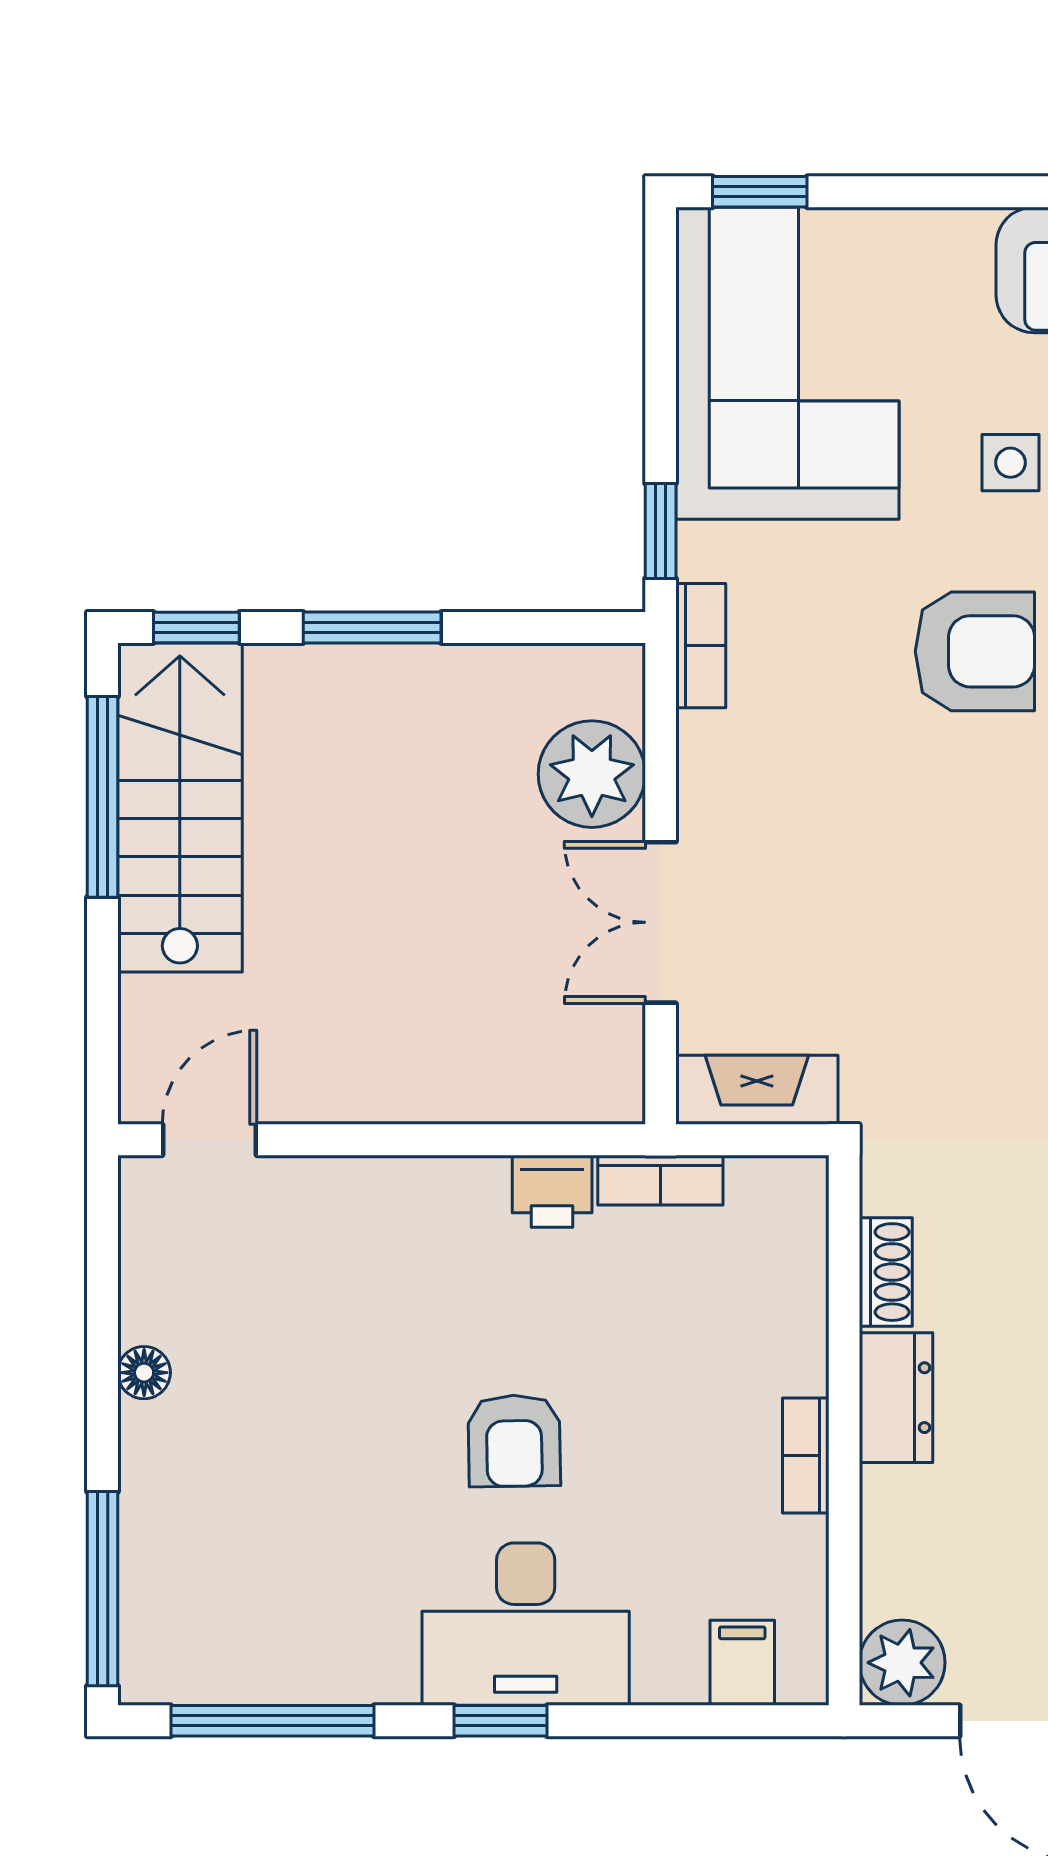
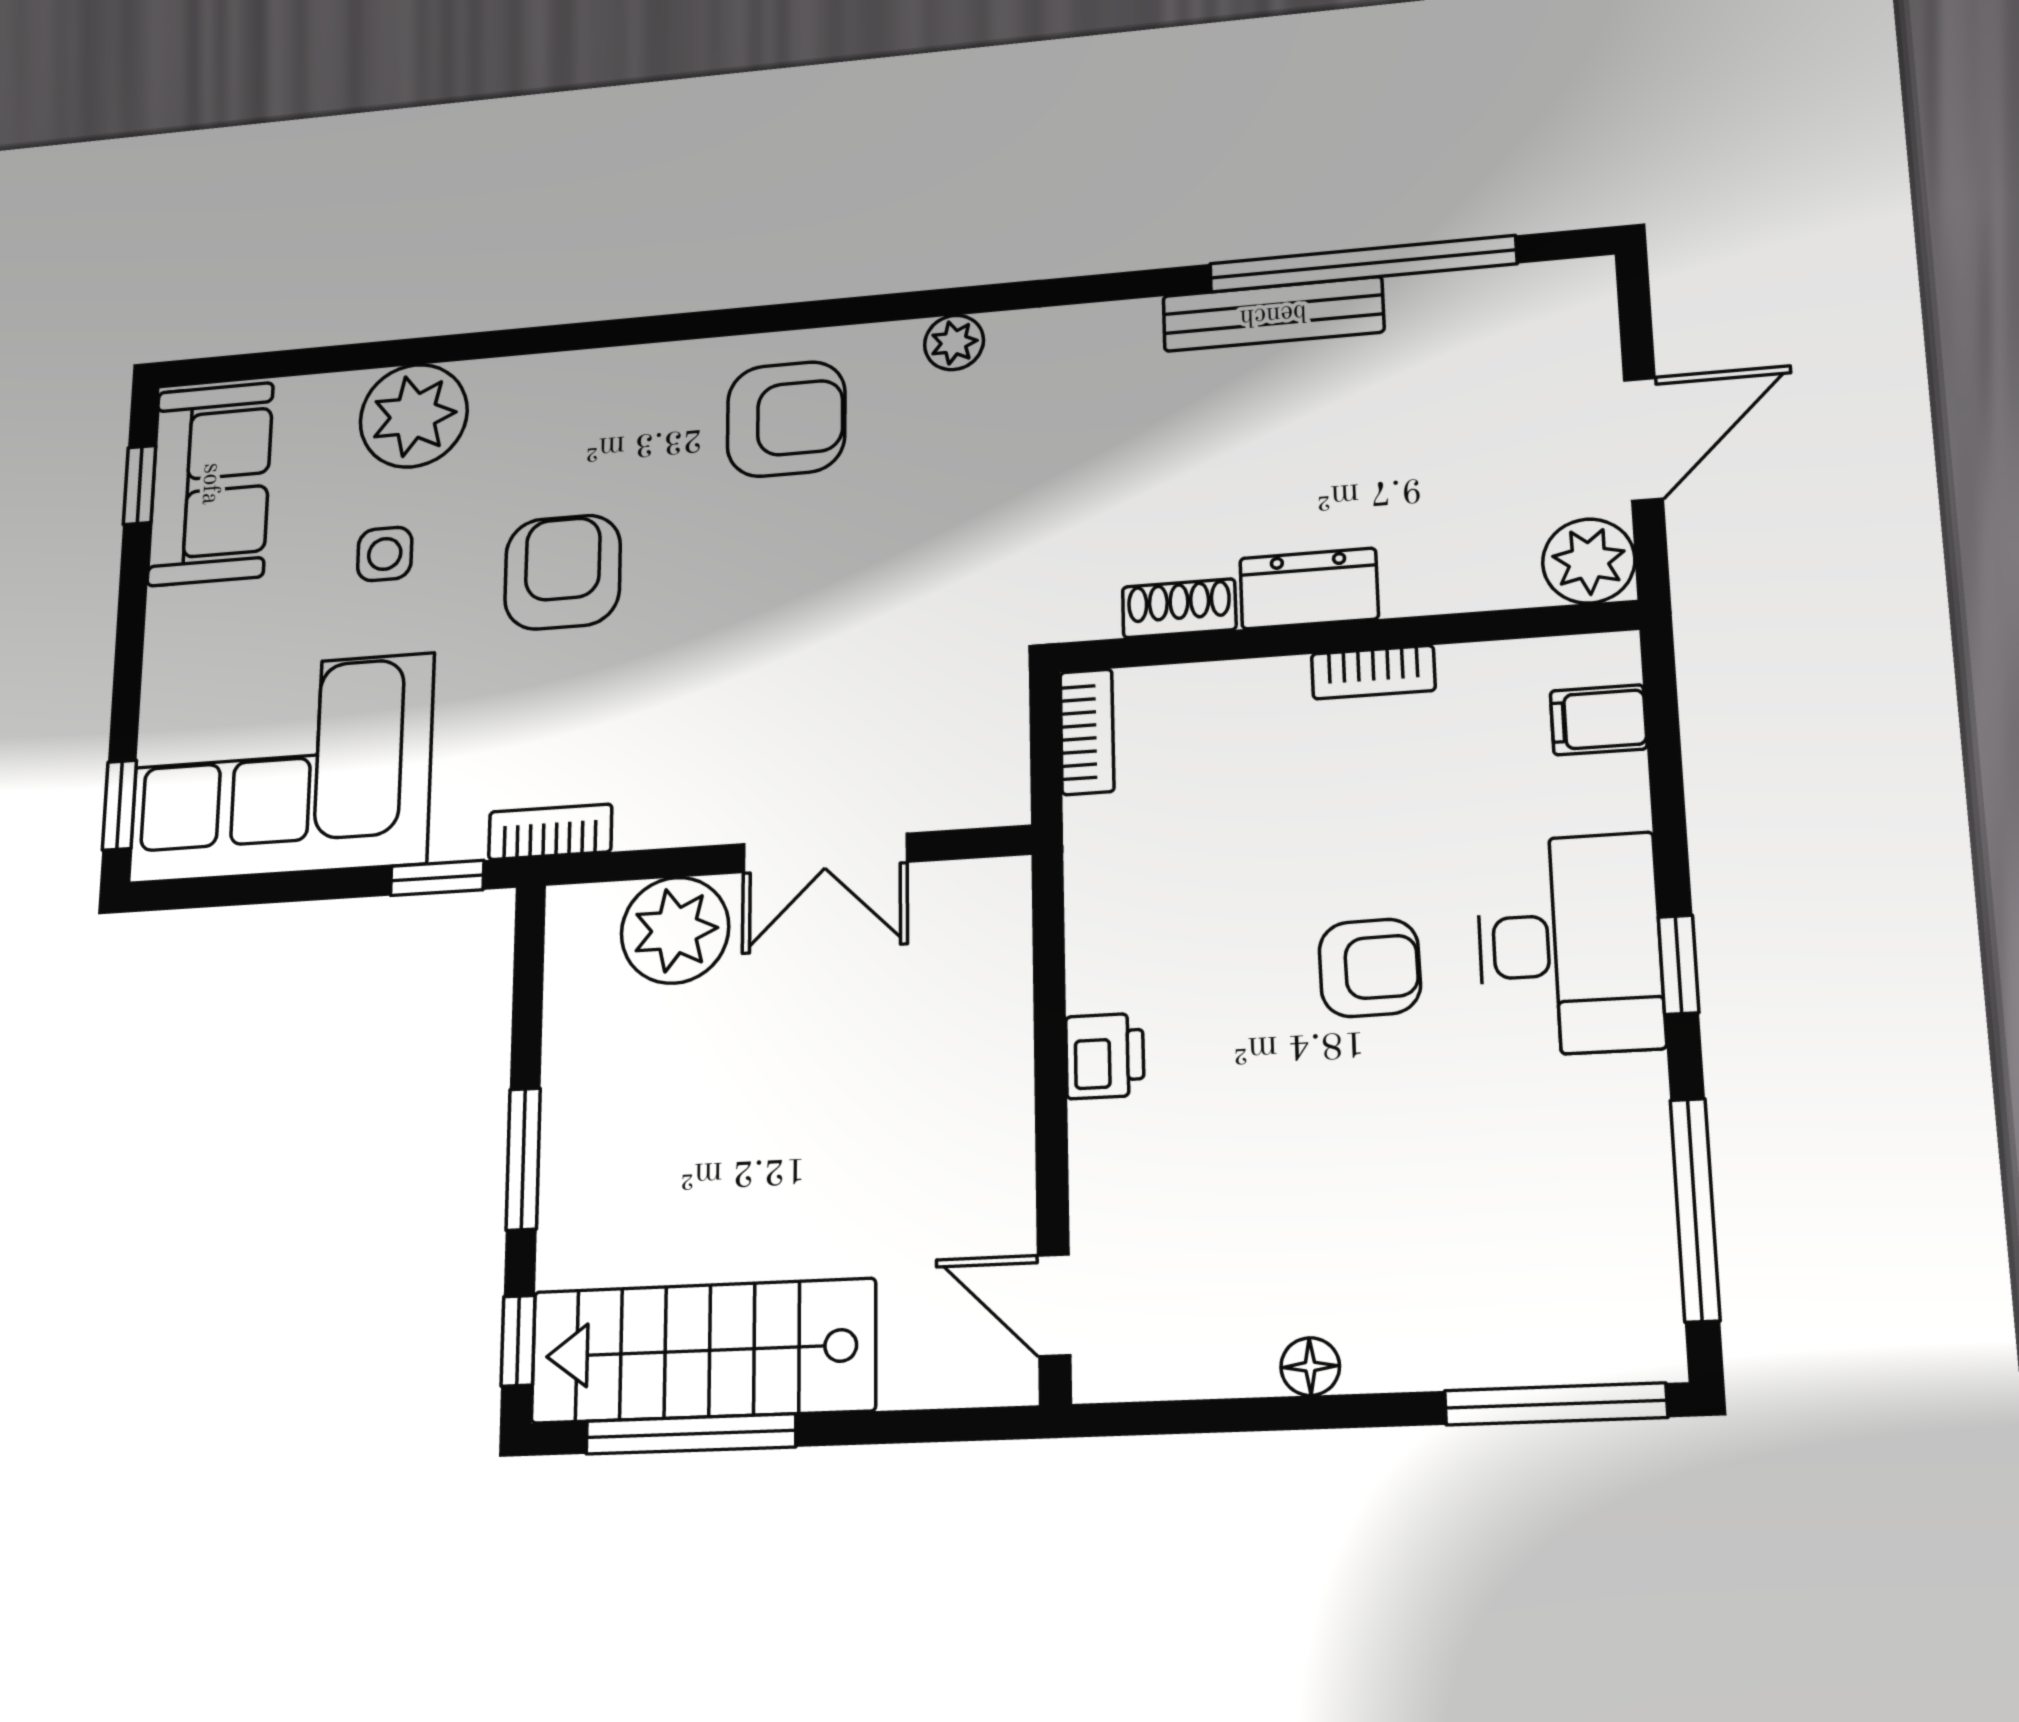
fireplace: (757, 1090) -> (995, 747), removed
bookcase: (660, 1180) -> (1087, 732), moved
printer: (552, 1191) -> (1105, 1056), moved

